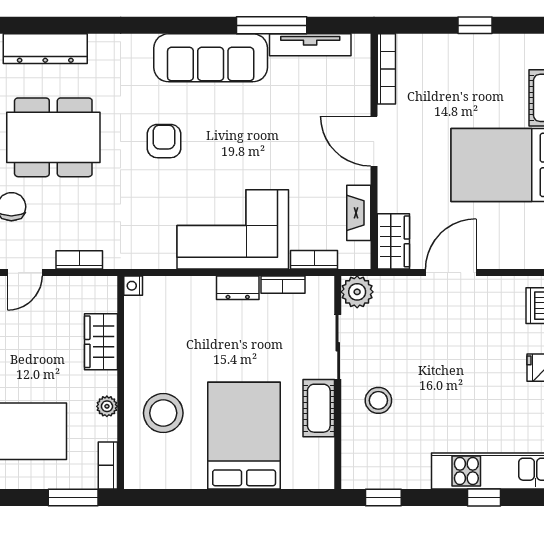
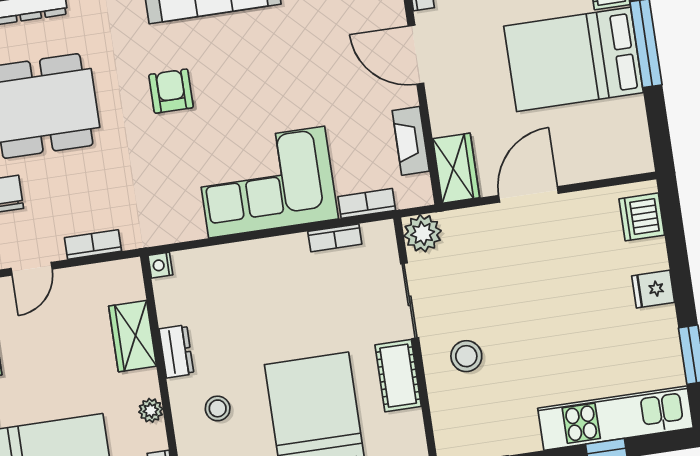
dresser: (238, 288) -> (176, 351), moved, turned -90
stool: (163, 413) -> (218, 408), width x0.53, depth x0.53

